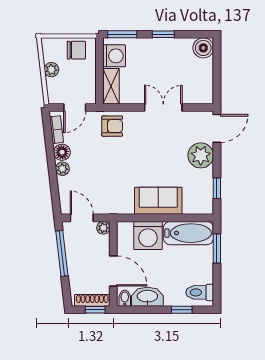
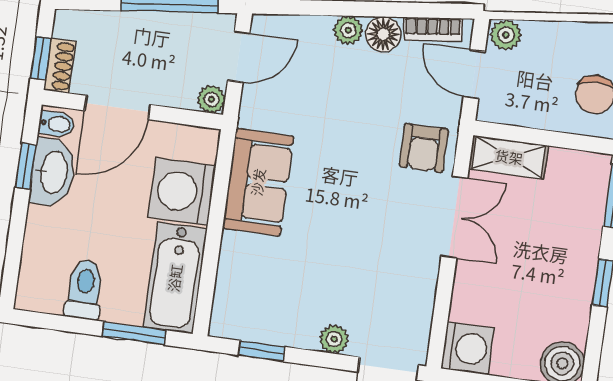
washing machine: (114, 56) -> (468, 348), moved, turned -90
plant: (51, 70) -> (506, 35), moved
double door: (163, 107) -> (454, 217), moved
plant: (201, 155) -> (334, 339), width x0.53, depth x0.53
sofa: (158, 201) -> (258, 182), moved
toilet: (200, 292) -> (85, 290), moved
shoe rack: (92, 300) -> (60, 66), width x0.70
window: (182, 310) -> (26, 166), moved

